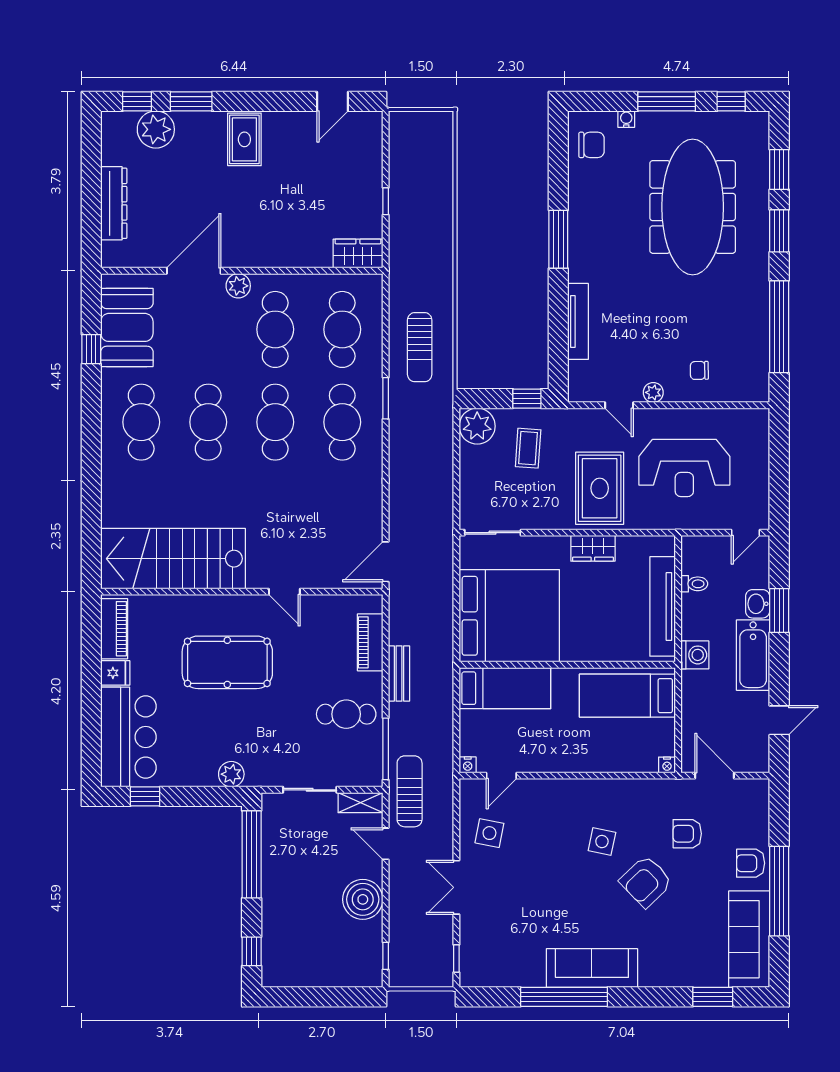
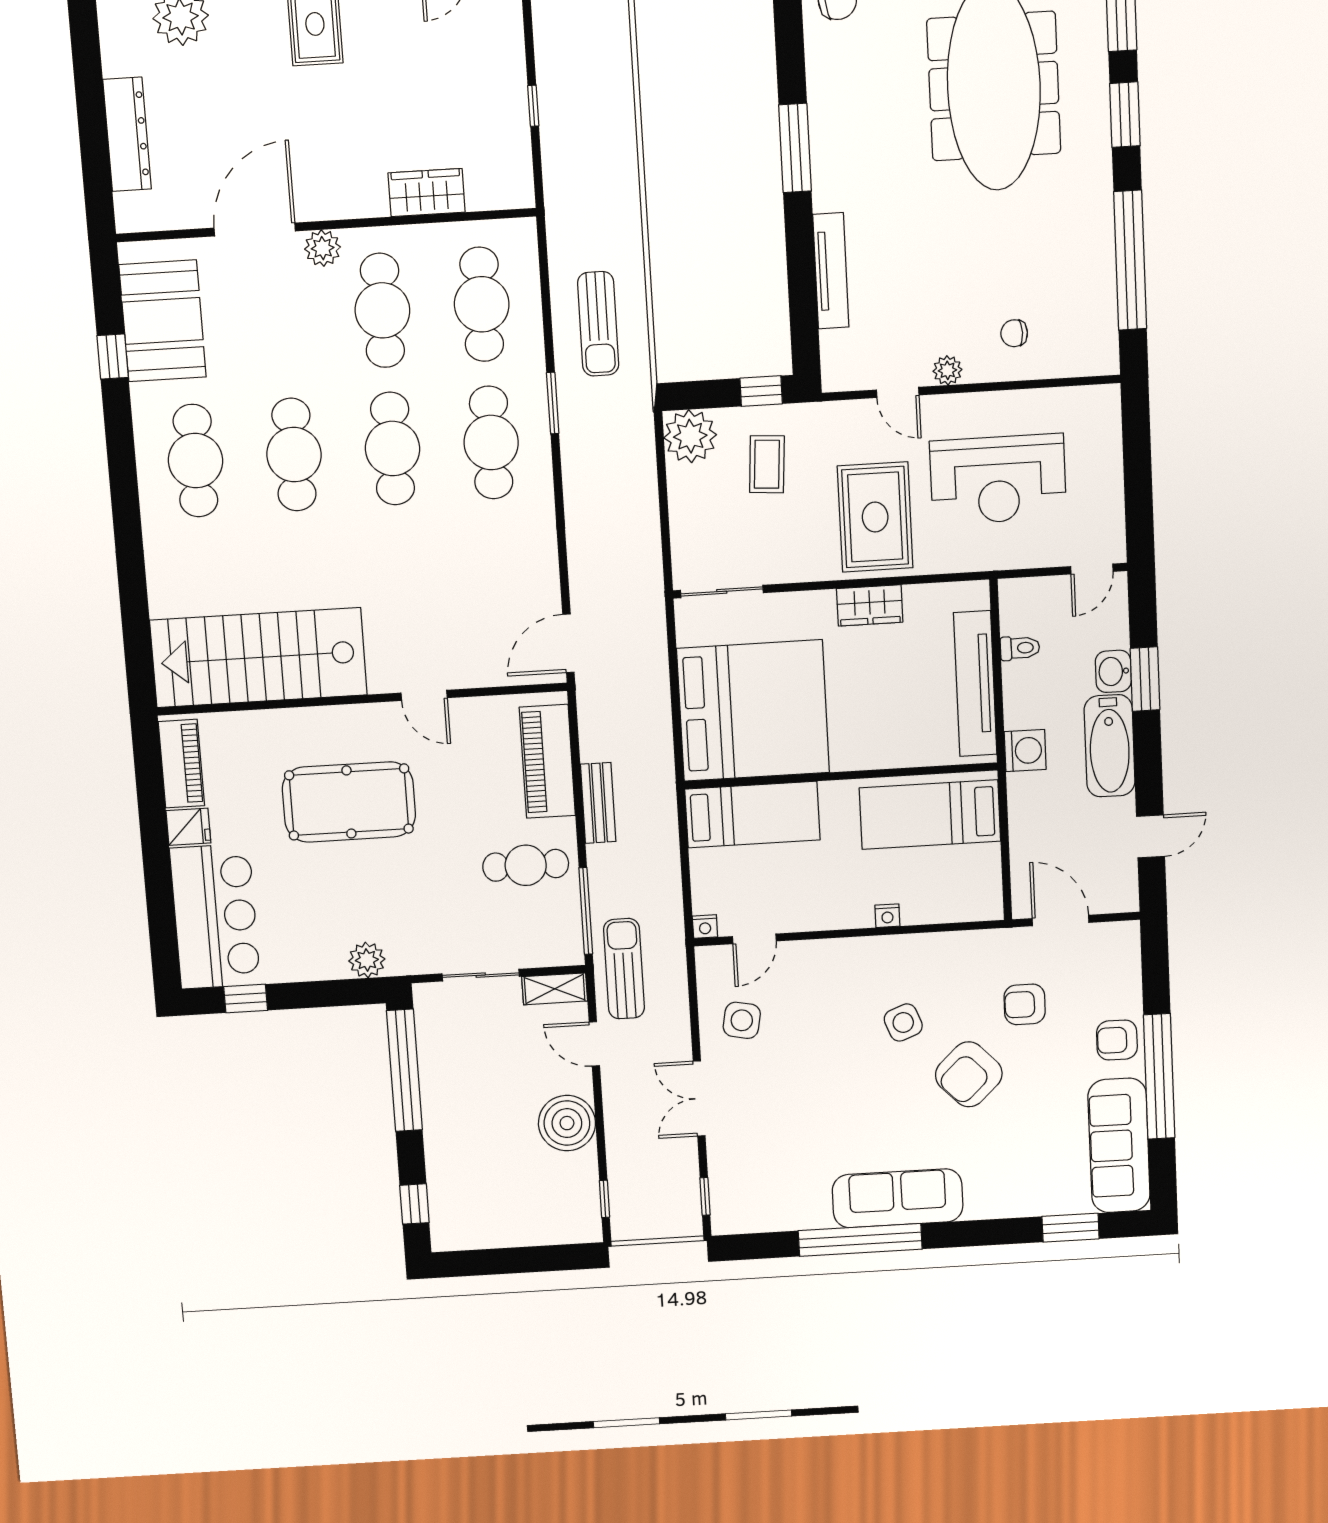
wardrobe: (358, 254) -> (427, 193), moved
piano: (370, 642) -> (547, 761), width x1.37, depth x1.33
nightstand: (667, 765) -> (887, 916), moved
side table: (602, 842) -> (903, 1023), turned -33

